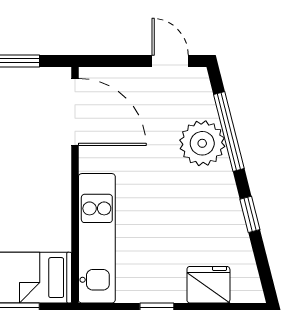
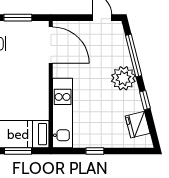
plant: (202, 143) -> (123, 78), moved
fridge: (208, 285) -> (138, 125), moved, turned -104

